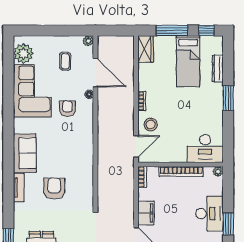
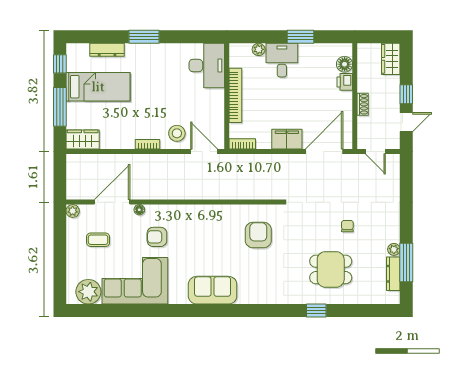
plant: (218, 172) -> (259, 49), moved
tv unit: (19, 188) -> (255, 297), removed
armchair: (54, 188) -> (258, 235), moved, turned 90
desk: (209, 214) -> (282, 60), width x0.73

